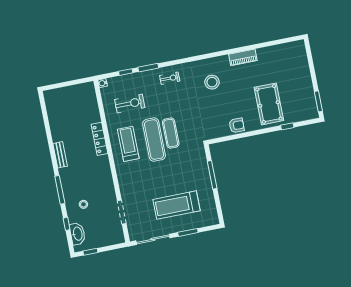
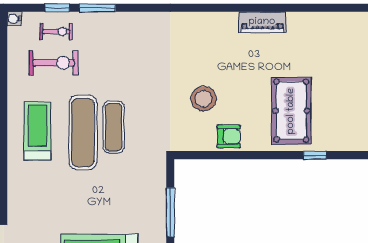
exercise bike: (170, 78) -> (56, 32), moved
stool: (212, 82) -> (204, 99), moved

